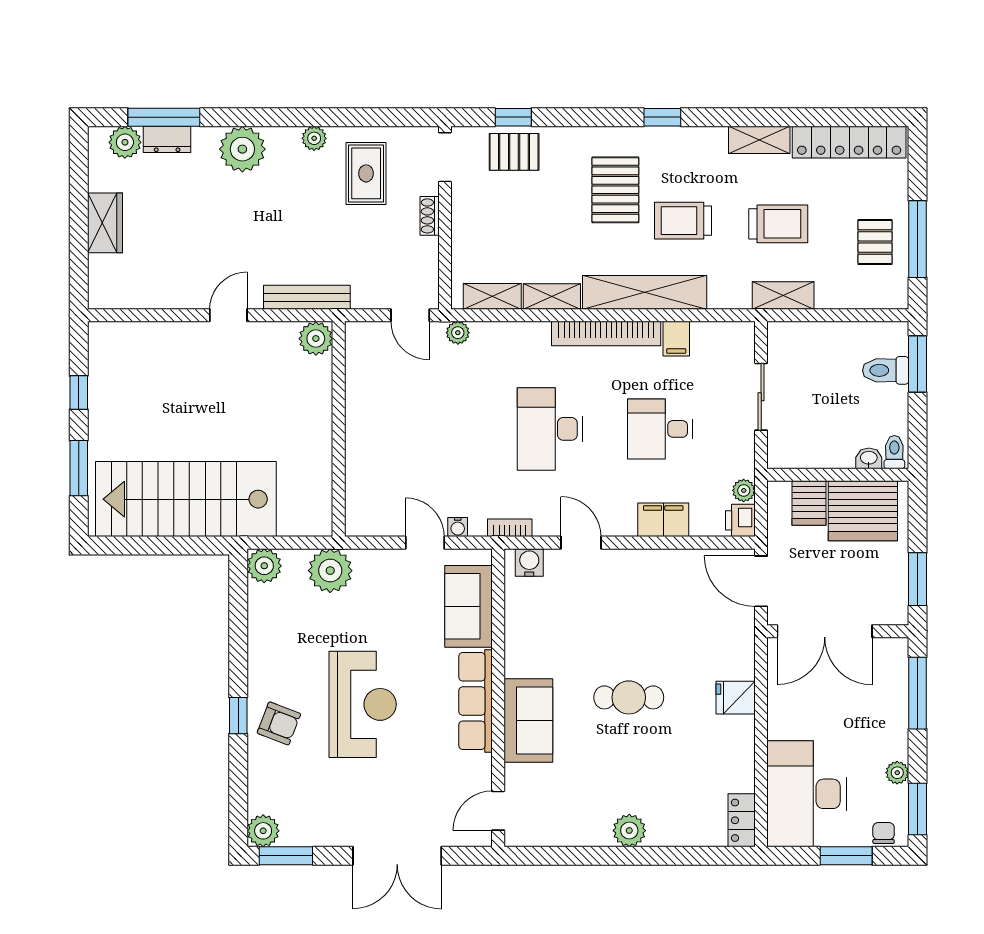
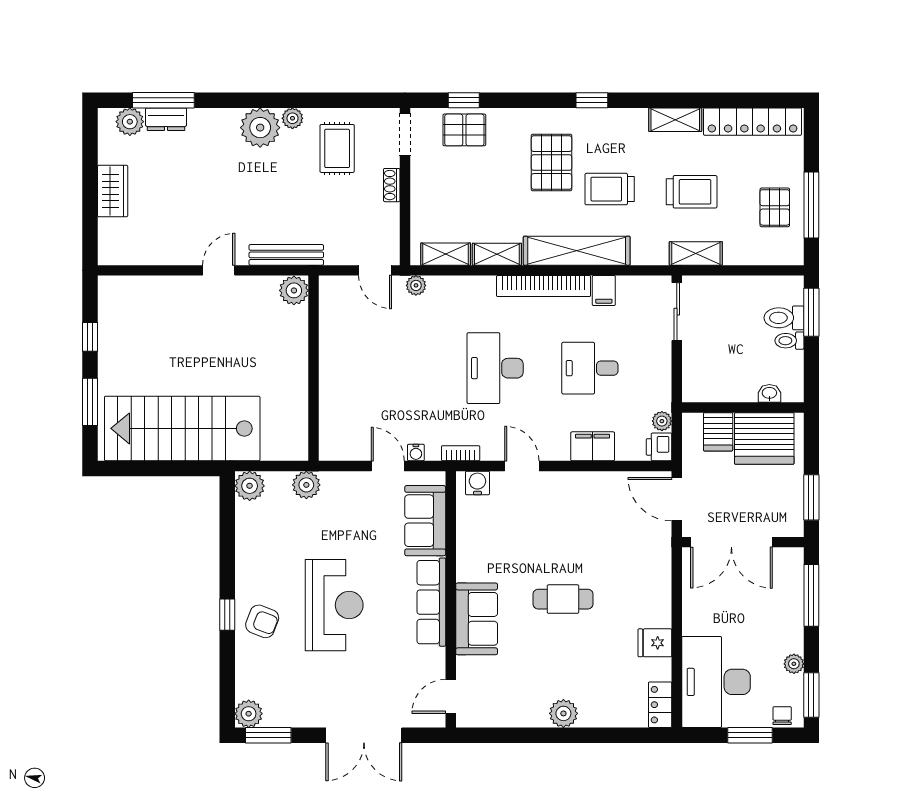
plant: (242, 149) -> (260, 128), moved
sliding door: (761, 397) -> (677, 312), moved
toilet: (894, 452) -> (789, 341), moved, turned -90
plant: (330, 571) -> (306, 485), width x0.73, depth x0.73
fridge: (736, 698) -> (655, 643), moved

